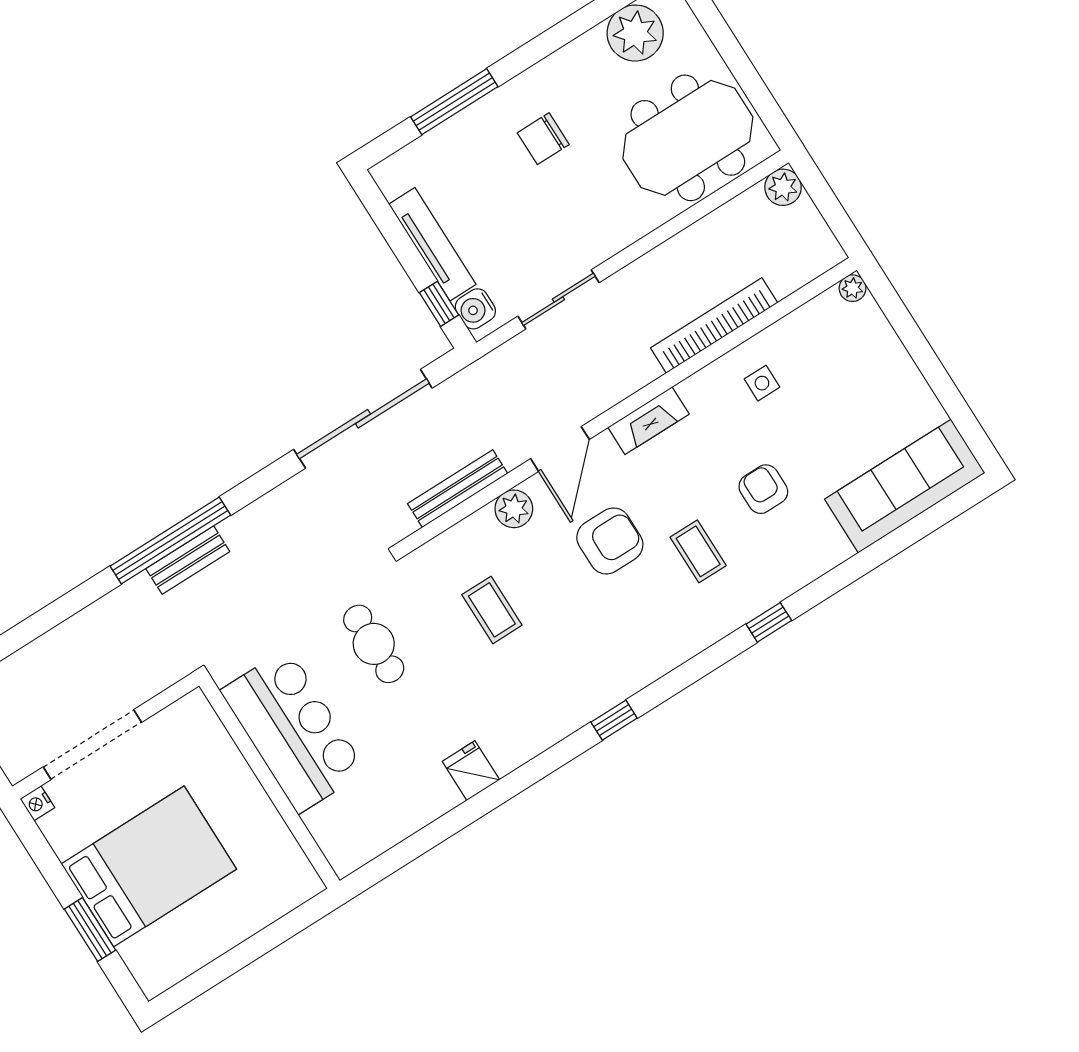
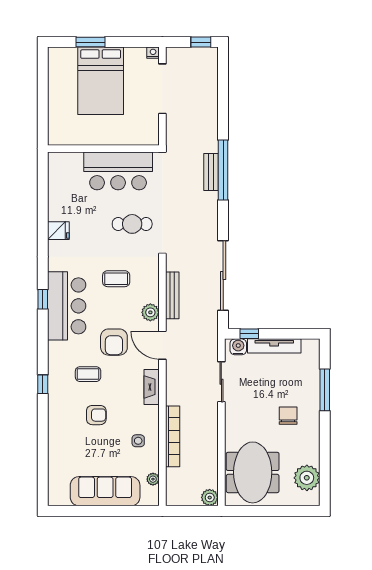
plant: (853, 288) -> (153, 479), moved
sofa: (905, 486) -> (105, 491), moved, turned -90
bar counter: (598, 669) -> (67, 306), added

